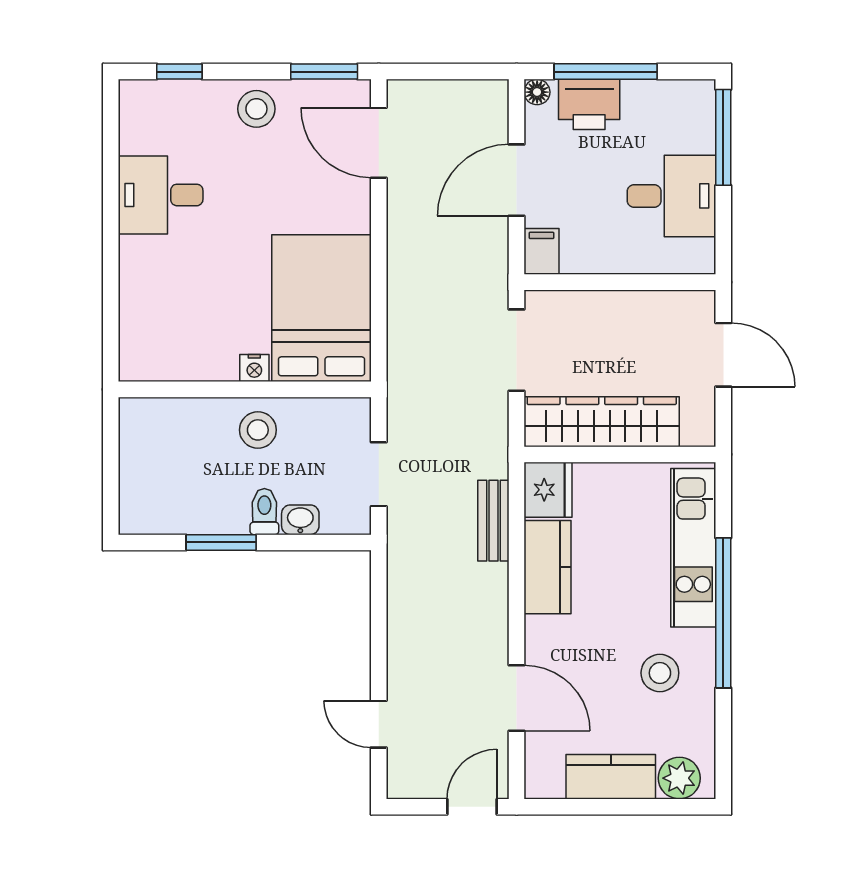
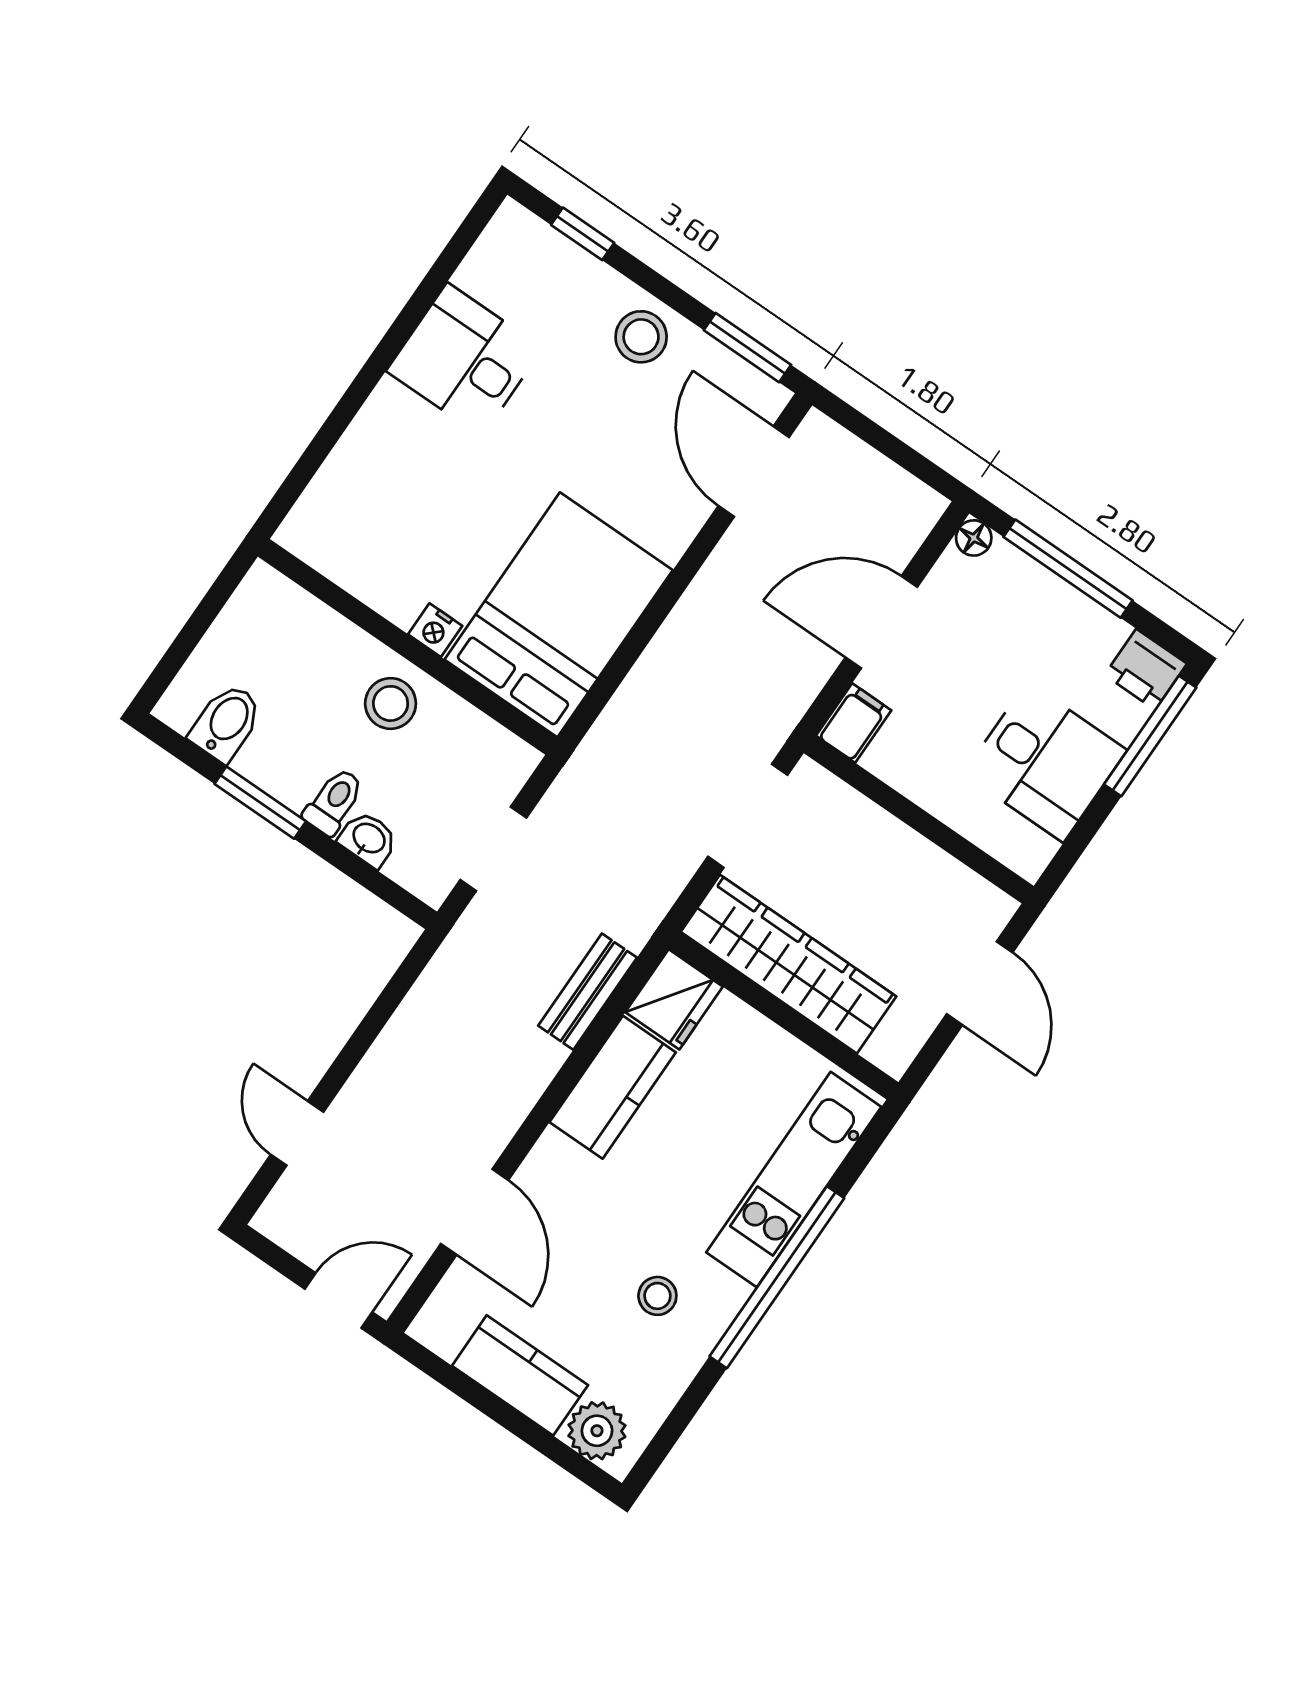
printer: (589, 104) -> (1146, 669), moved, width x0.73, depth x0.81
bidet: (168, 509) -> (226, 723), added
stool: (660, 673) -> (657, 1296), width x0.73, depth x0.73

